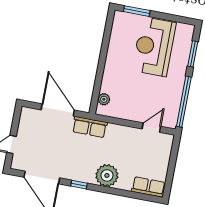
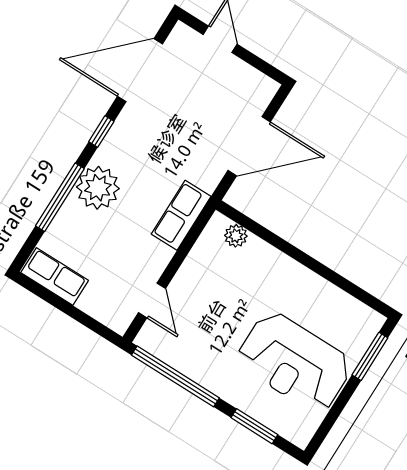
reception desk: (154, 47) -> (294, 362), turned 180
row of seats: (90, 127) -> (181, 215), moved
row of seats: (148, 187) -> (55, 277), moved, turned -90
window: (119, 192) -> (60, 197), added

